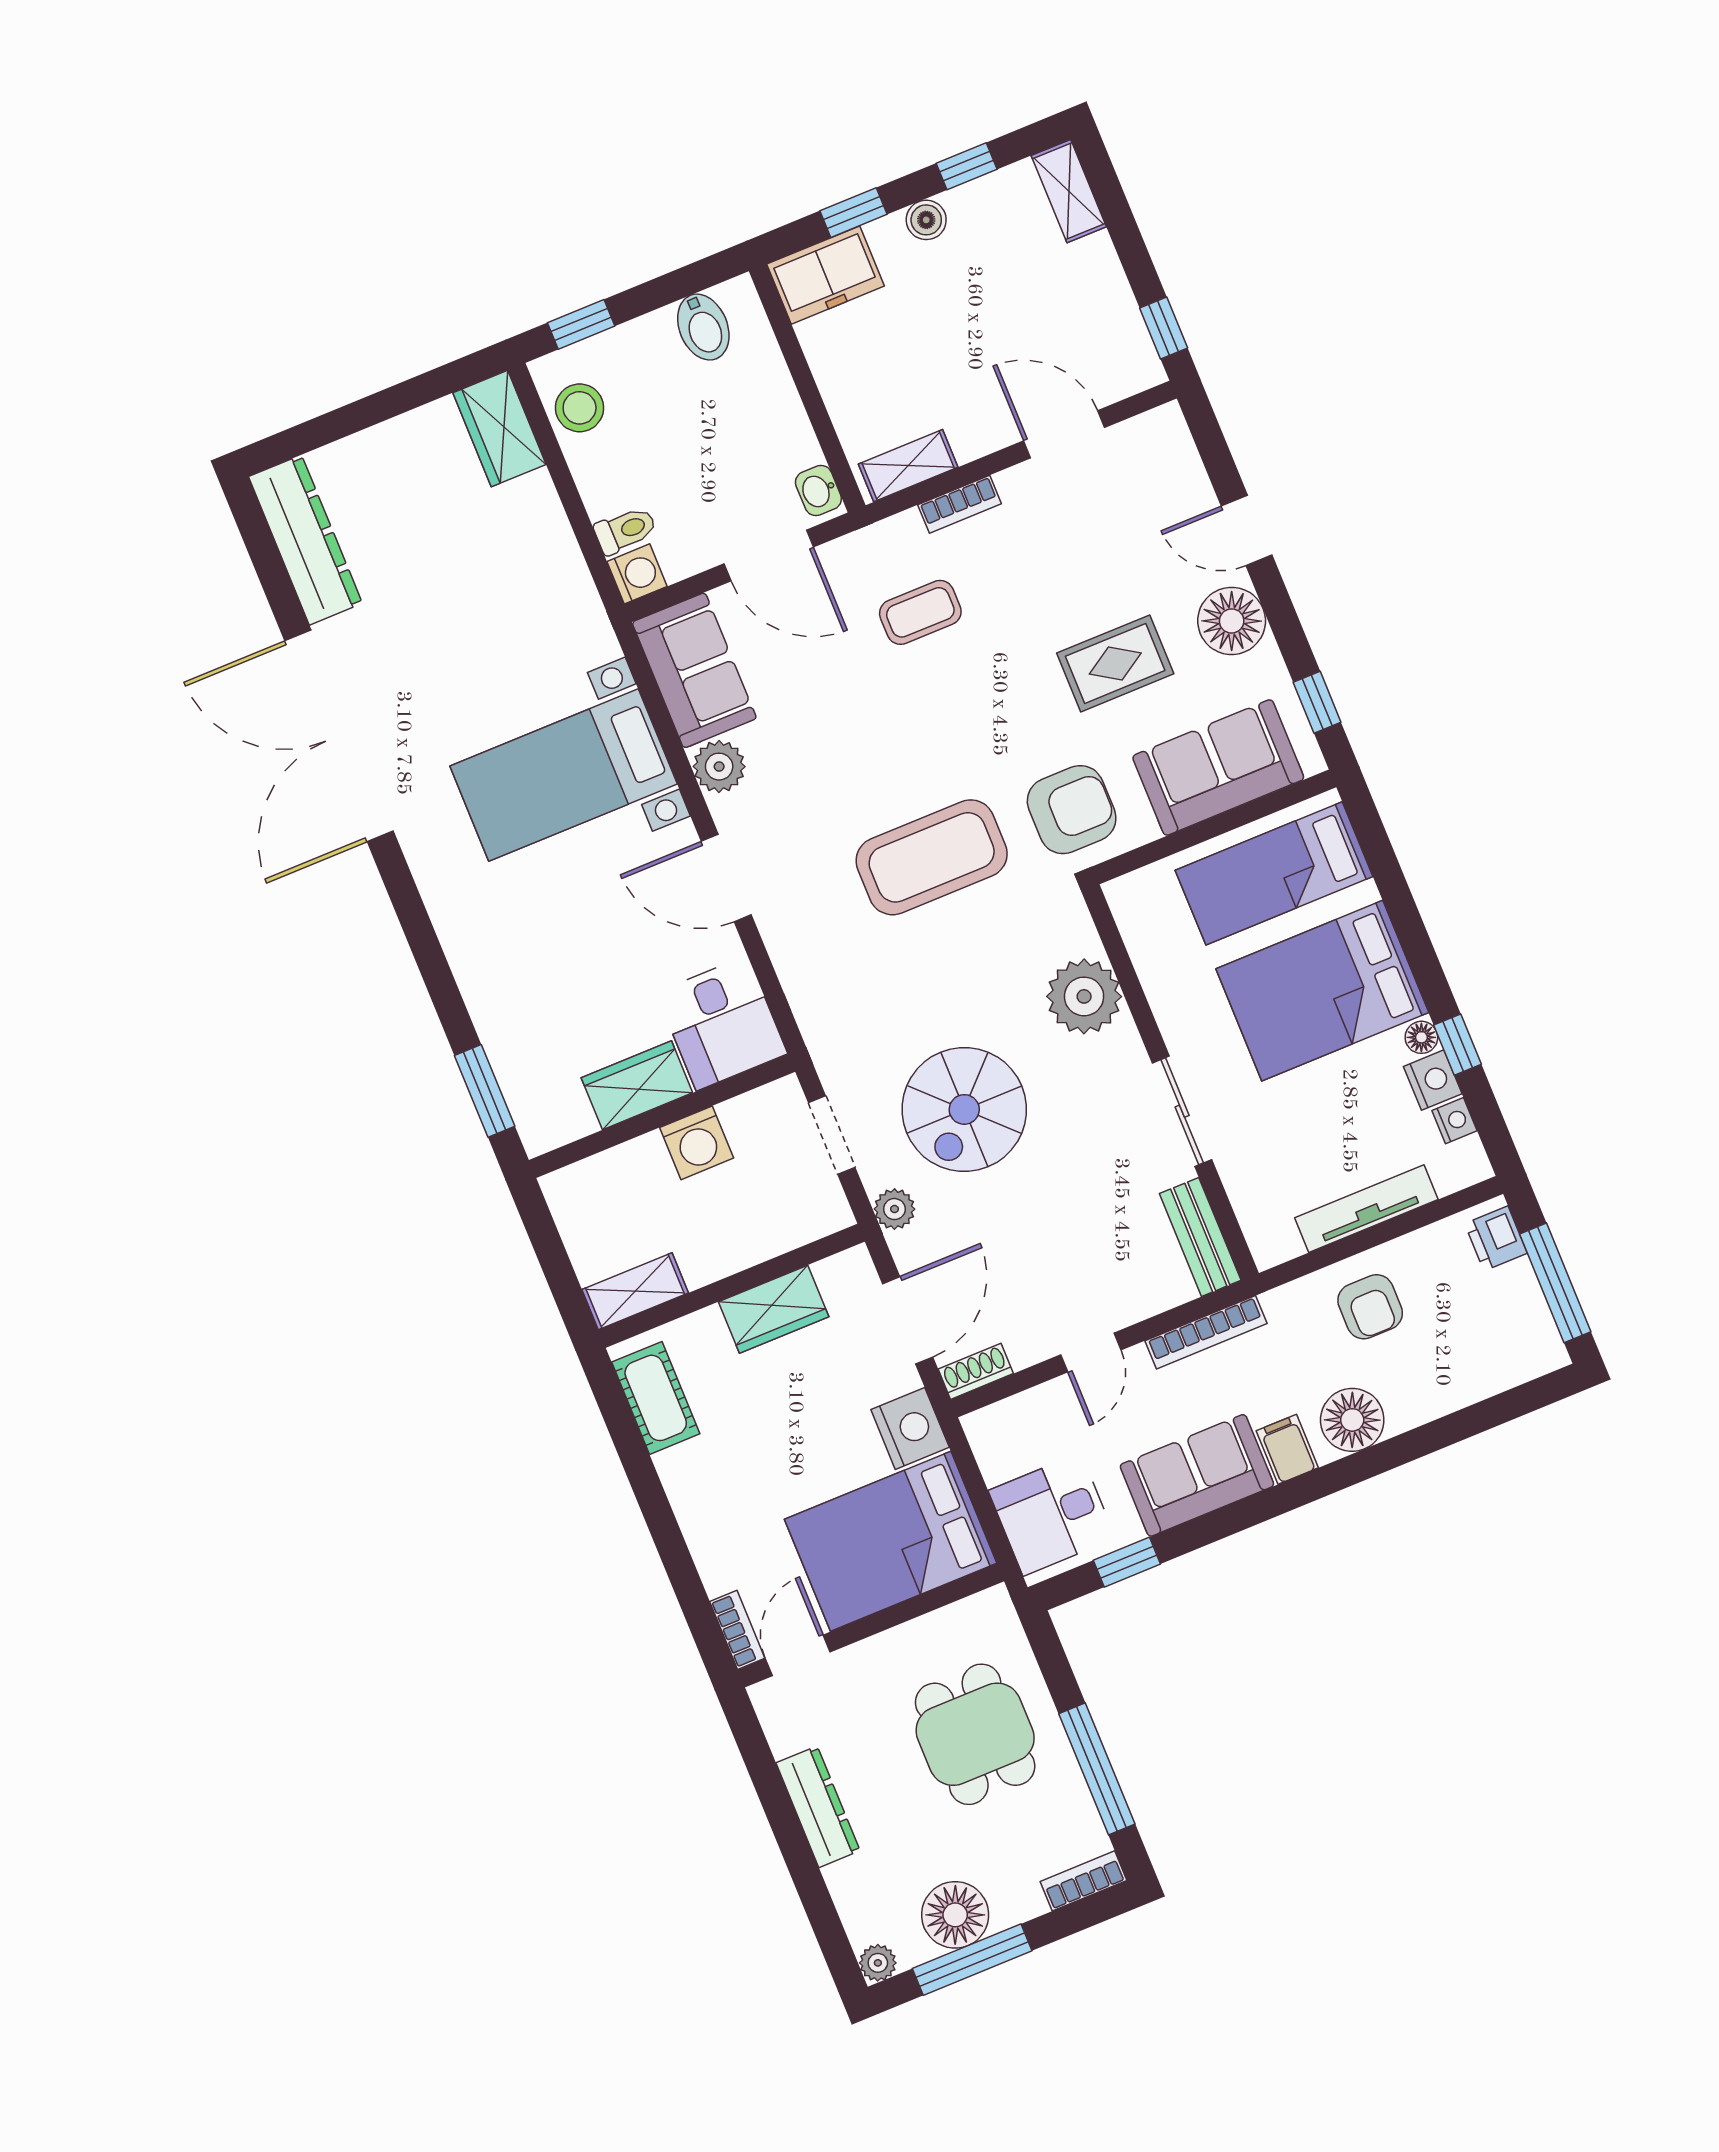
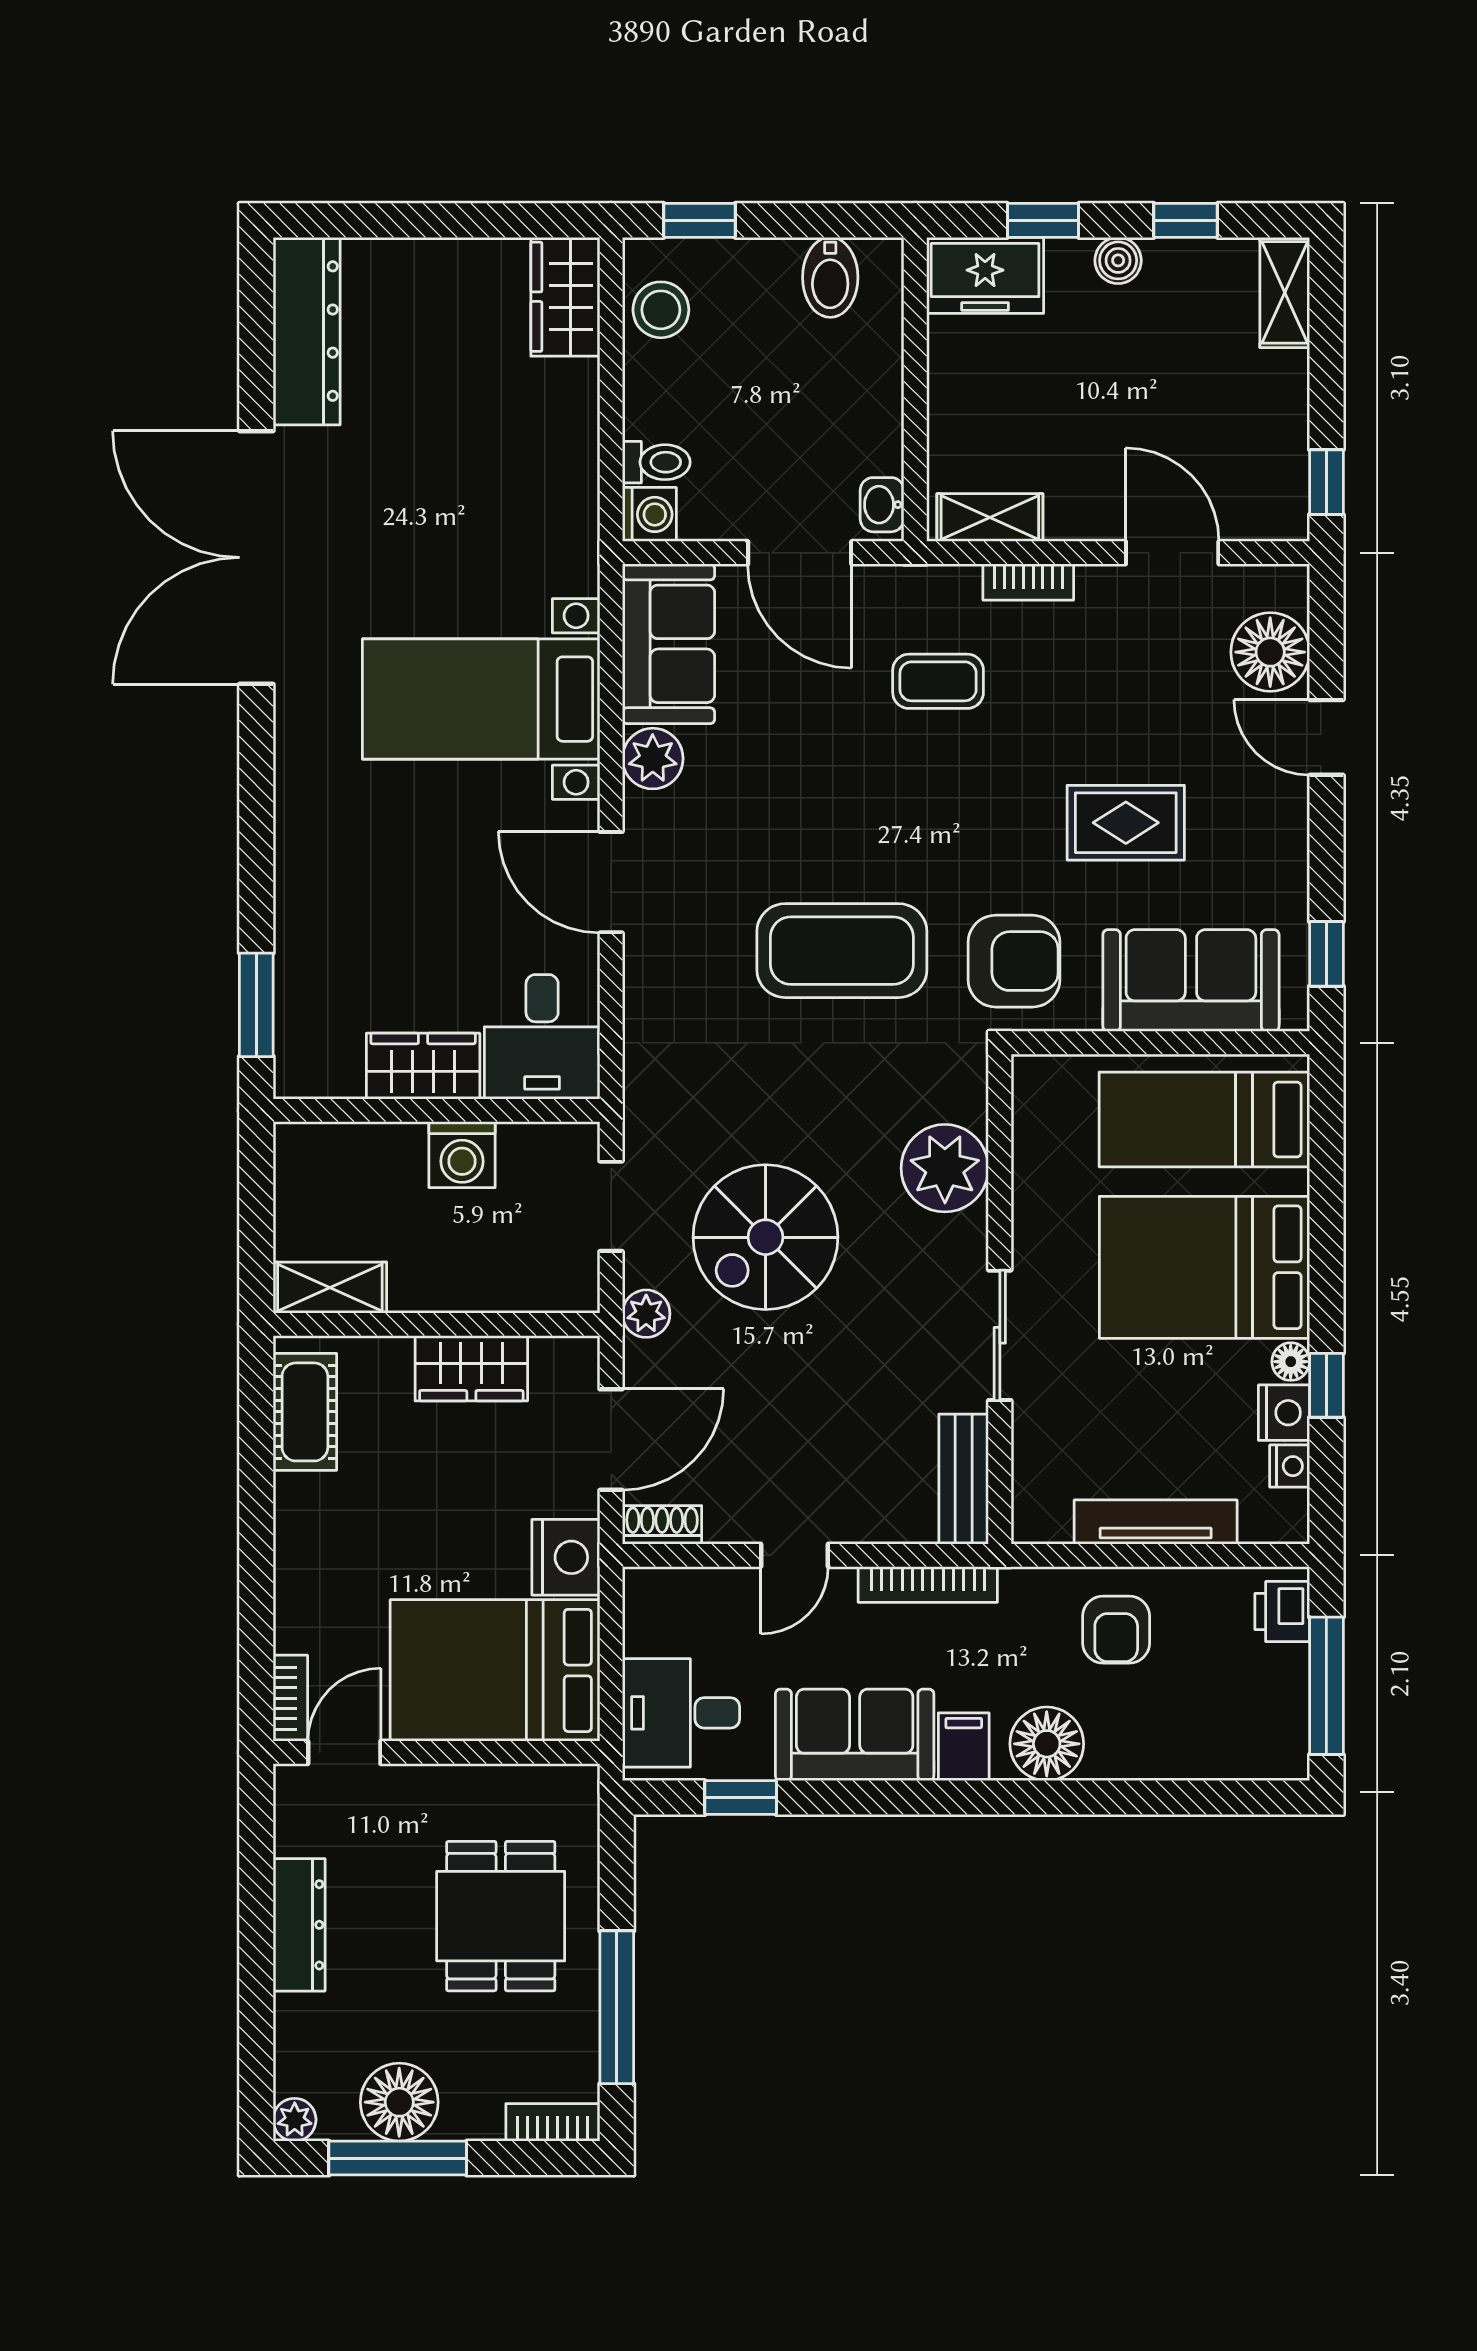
floor lamp: (1232, 621) -> (1270, 652), moved

